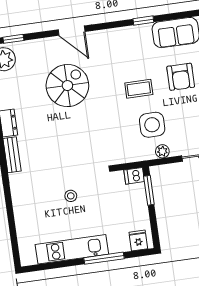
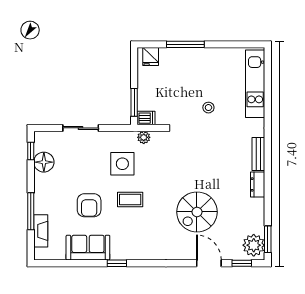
door: (72, 31) -> (209, 263), moved
armchair: (181, 77) -> (89, 205), turned 180
plant: (162, 151) -> (144, 137), moved
kitchen unit: (72, 249) -> (255, 84), moved, turned 90

